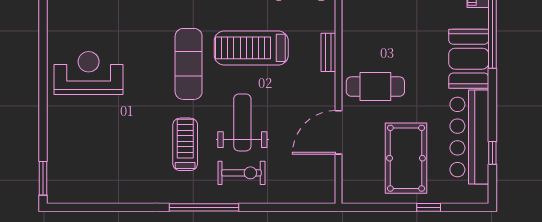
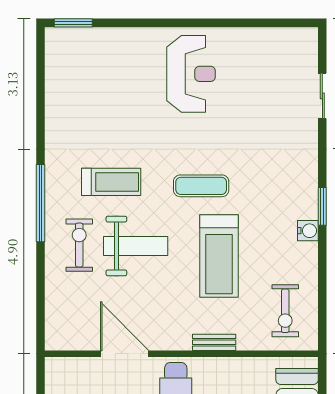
treadmill: (251, 48) -> (219, 256), turned 180
exercise mat: (189, 64) -> (201, 186), width x0.73, depth x0.69
exercise bike: (241, 173) -> (79, 245), turned 180

